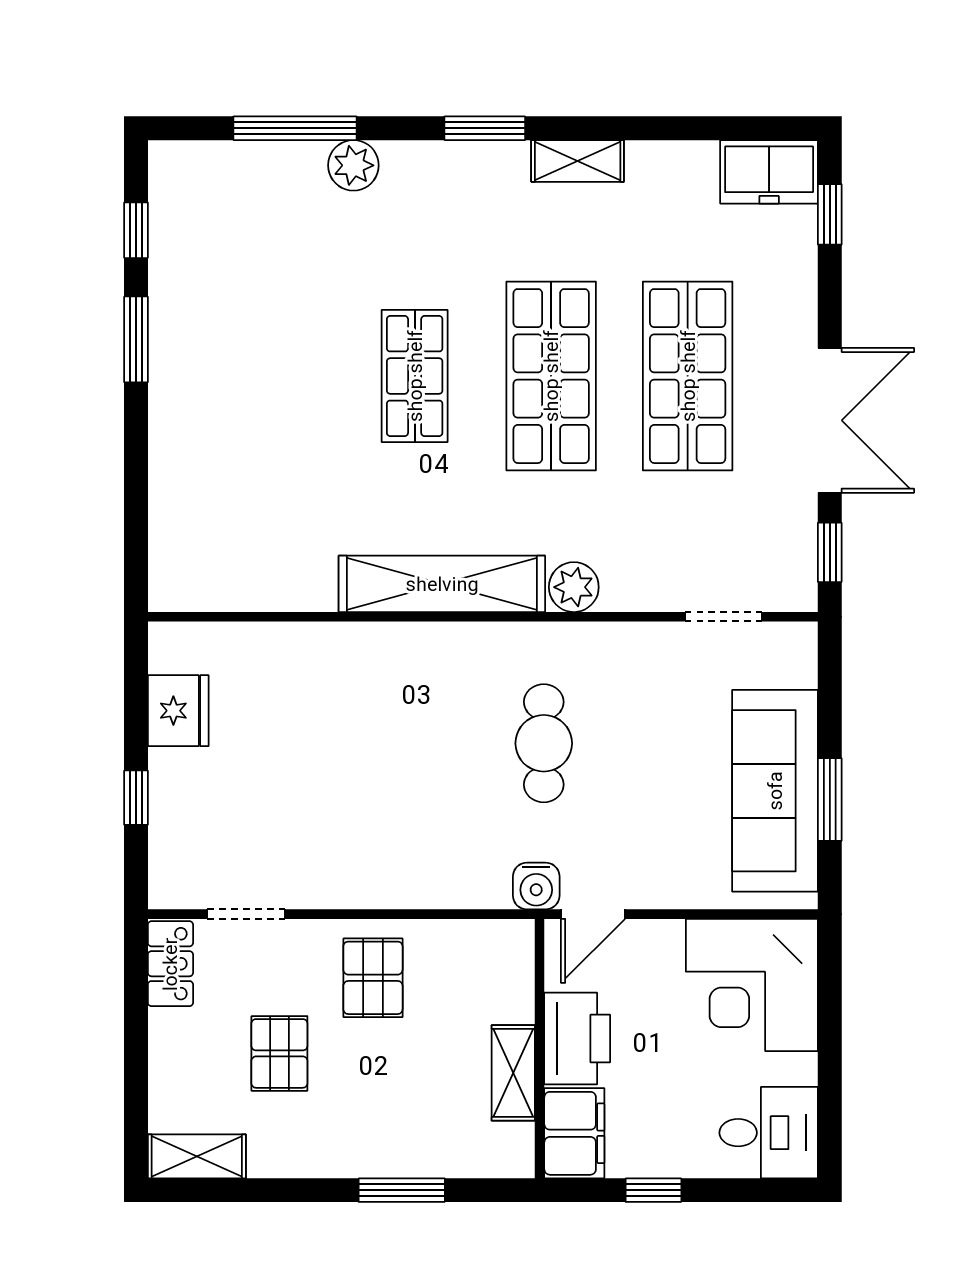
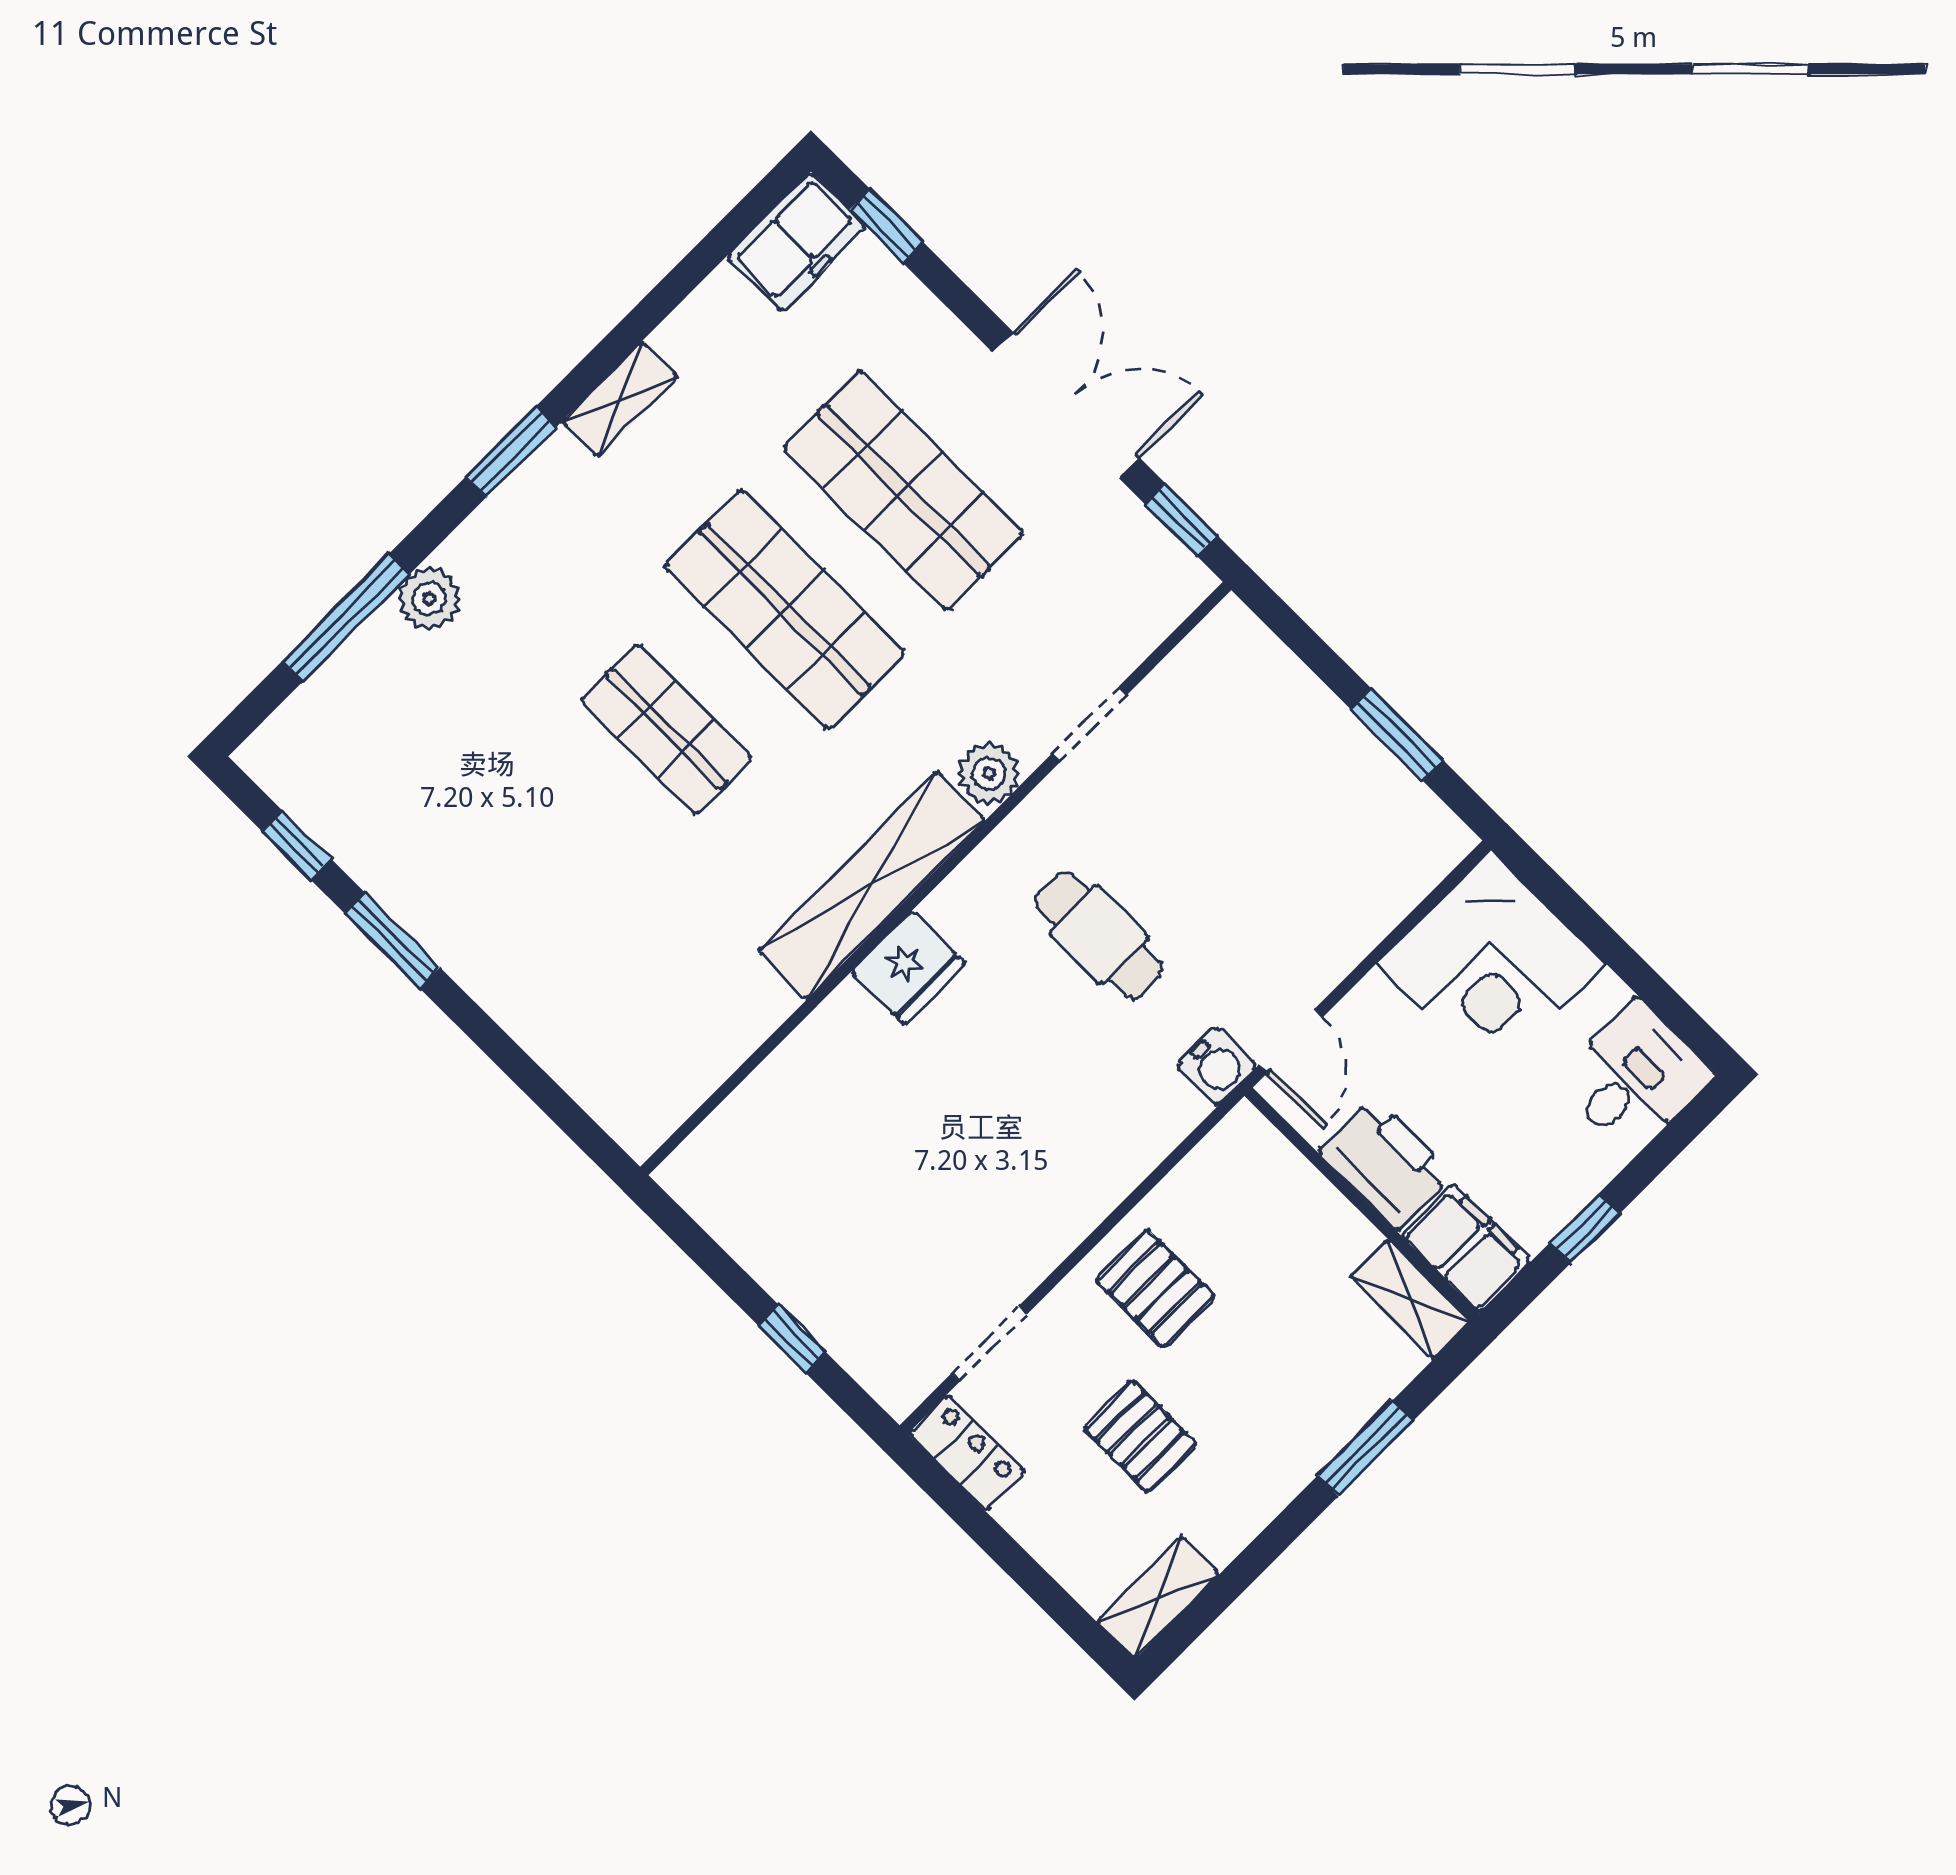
doorway: (723, 617) -> (1089, 724), moved
fridge: (178, 711) -> (908, 967), moved, turned 90
sofa: (775, 791) -> (1342, 775), removed
shelving: (513, 1073) -> (1411, 1299), moved

